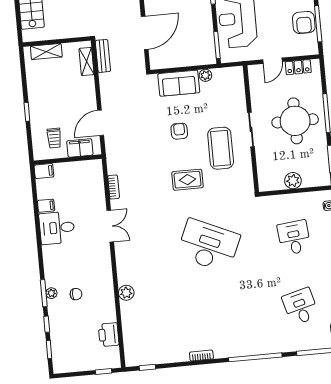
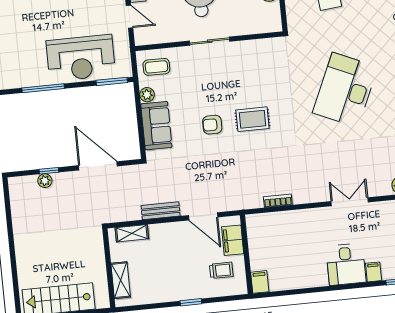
bench: (103, 56) -> (161, 211), moved
coffee table: (221, 148) -> (156, 67), moved, width x0.54, depth x0.58
rug: (187, 180) -> (252, 119), moved, turned 90
filing cabinet: (46, 206) -> (374, 272), moved
double door: (110, 226) -> (350, 202), moved
desk: (57, 228) -> (346, 264), moved

